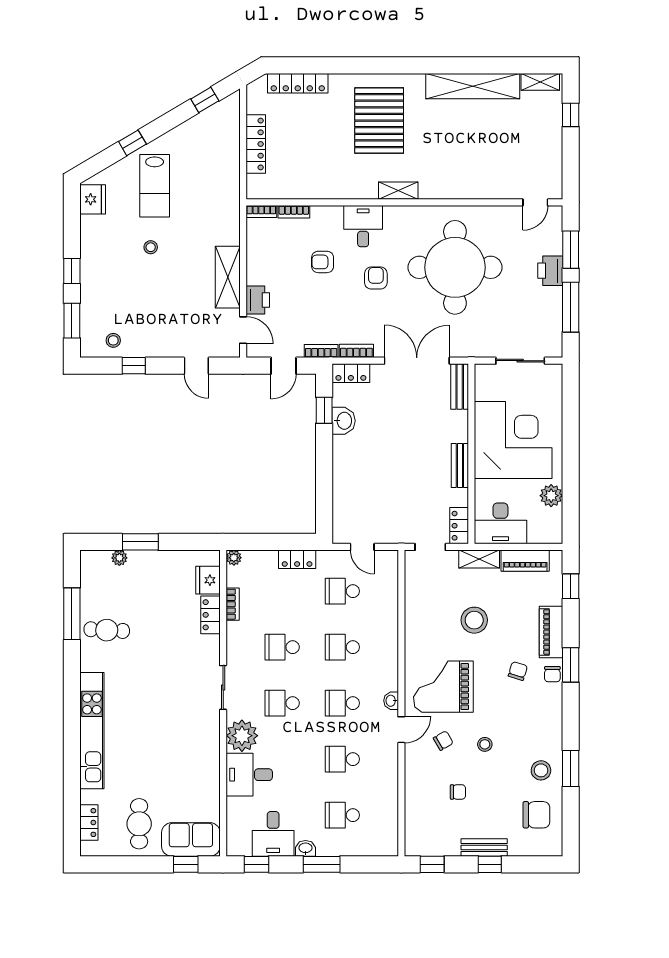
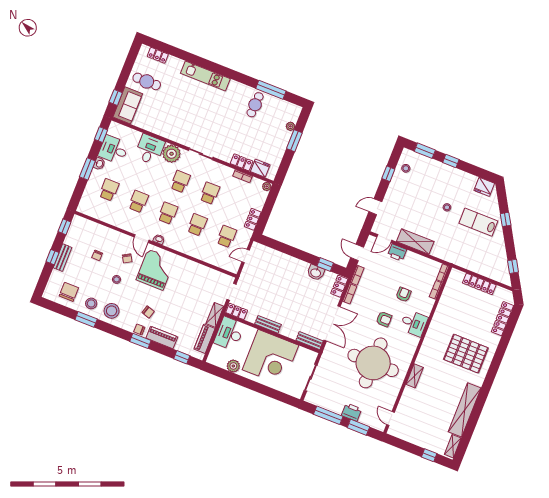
shelving: (398, 191) -> (415, 376), moved
stool: (474, 620) -> (112, 311), moved
kitchen unit: (92, 731) -> (205, 76), width x0.73
chair: (536, 815) -> (69, 292), turned 180

